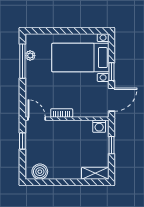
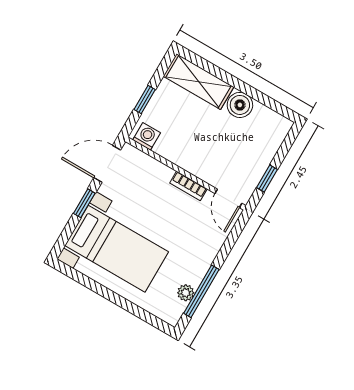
boiler: (40, 172) -> (240, 105), moved
shelving: (95, 173) -> (198, 82), width x1.50, depth x1.33

